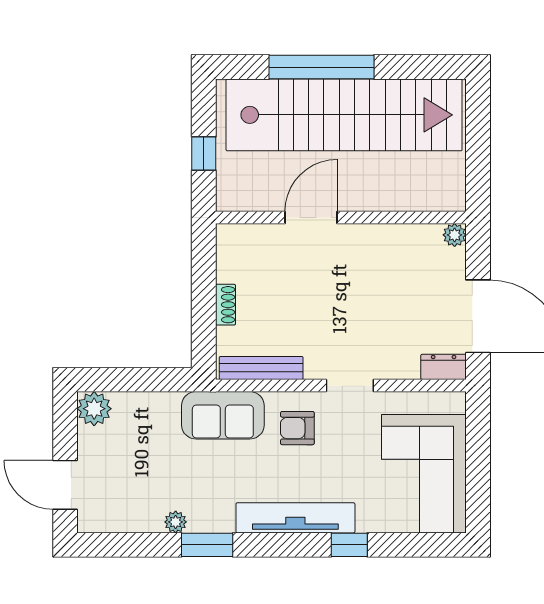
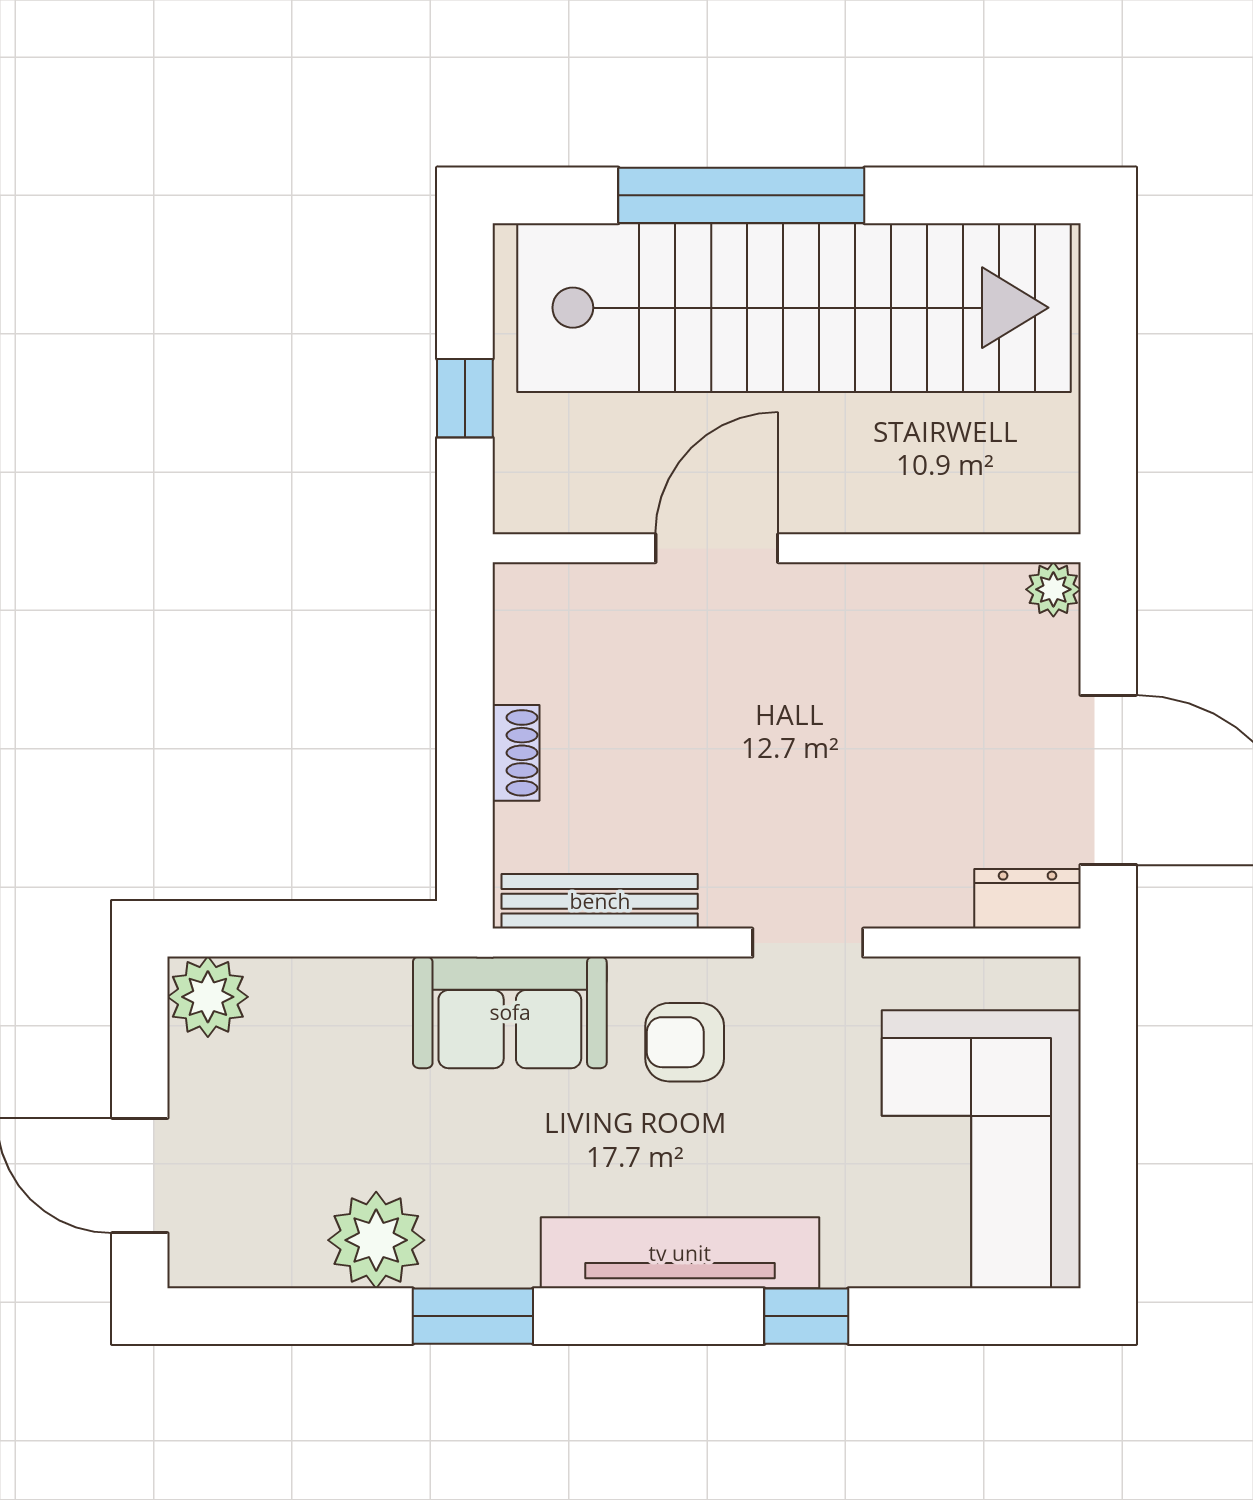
plant: (176, 522) -> (376, 1240), width x1.88, depth x1.88

